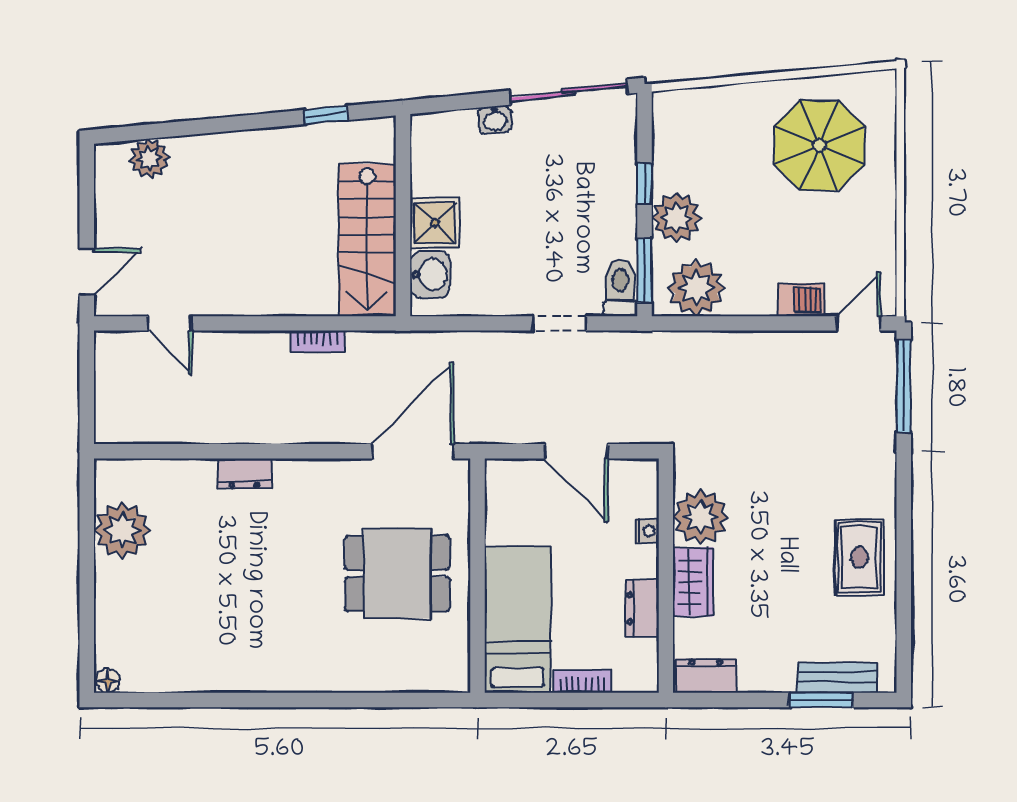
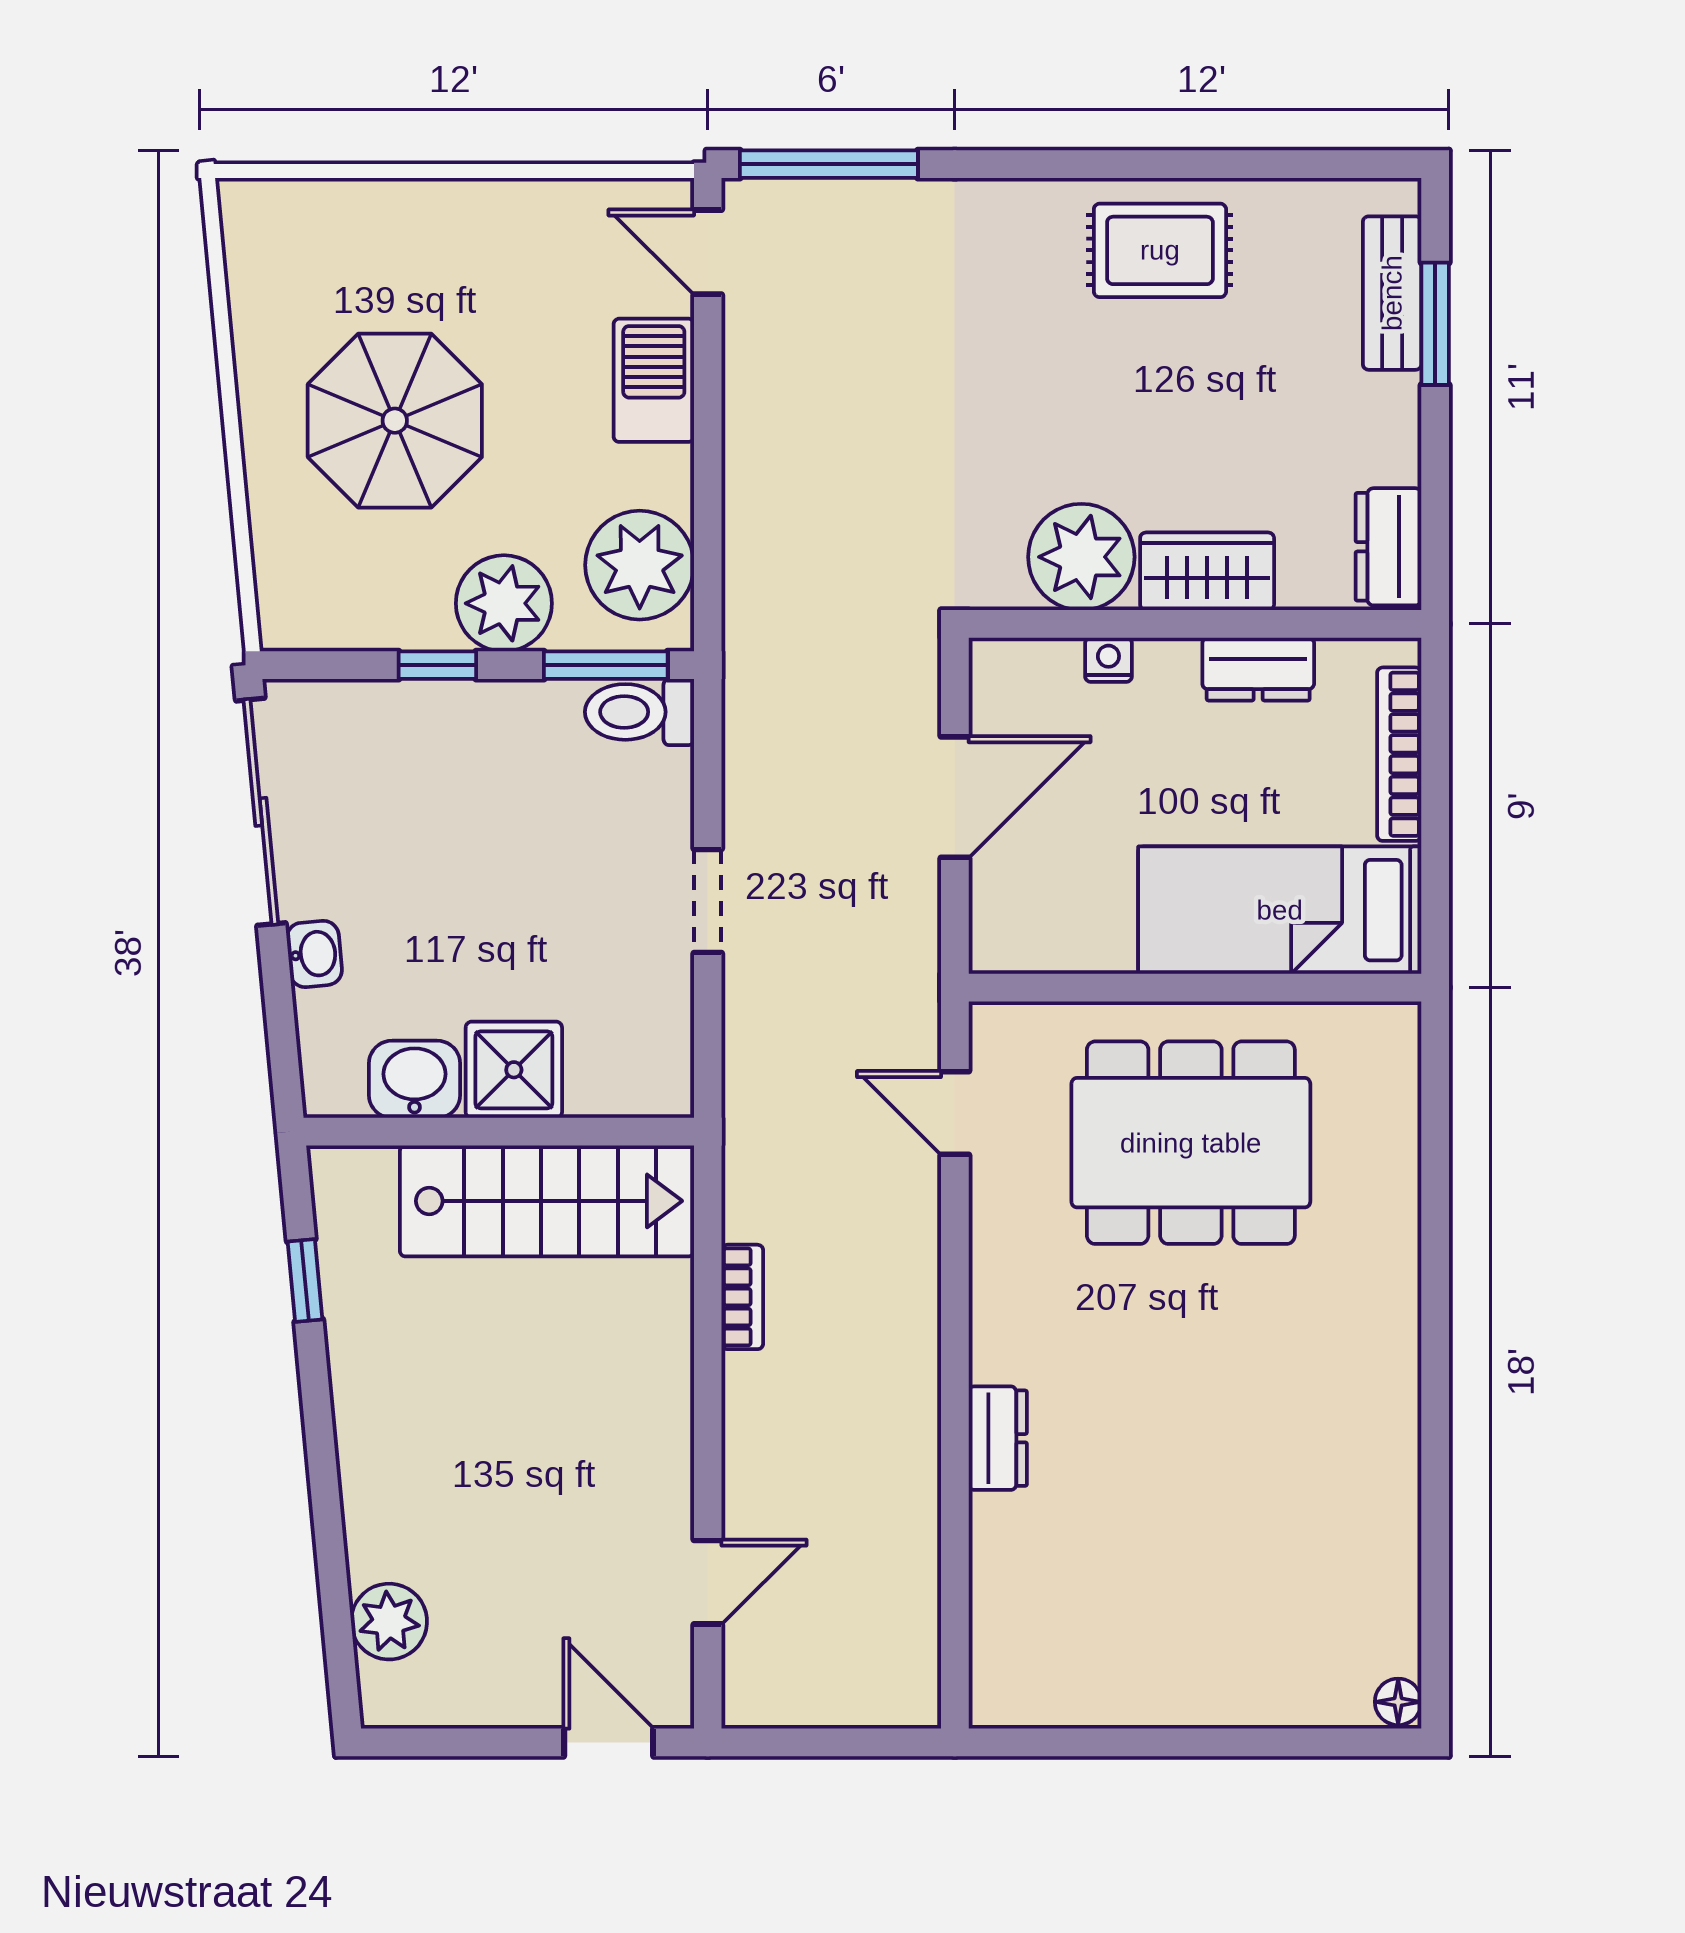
parasol: (819, 145) -> (395, 421), moved
washbasin: (430, 274) -> (415, 1079), moved
barbecue: (801, 300) -> (654, 380), width x1.38, depth x1.27
doorway: (559, 323) -> (708, 901), moved
door: (413, 451) -> (955, 1113), width x0.53
plant: (122, 530) -> (1108, 1674), removed
dining table: (397, 573) -> (1191, 1143), width x1.38
bookcase: (582, 681) -> (1399, 754), width x1.56

